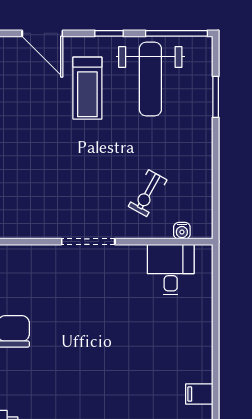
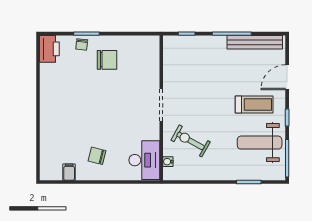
treadmill: (87, 88) -> (254, 105), turned 180
exercise bike: (148, 193) -> (191, 141), width x1.38, depth x1.39
desk: (171, 270) -> (144, 160), width x1.37
chair: (172, 348) -> (97, 156), added

